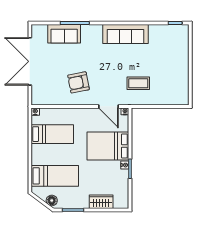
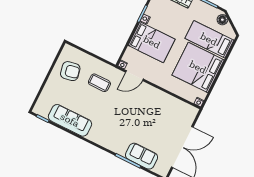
sofa: (125, 34) -> (70, 120), moved
armchair: (78, 82) -> (70, 71), moved
door: (108, 106) -> (134, 76), swing flipped
bed: (52, 134) -> (198, 67), width x2.04

